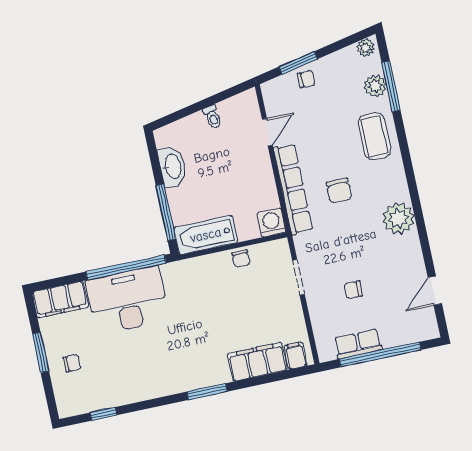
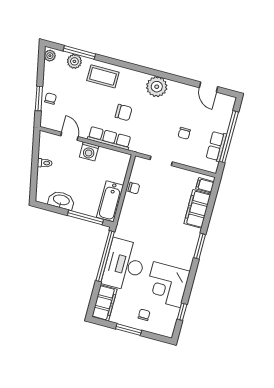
row of seats: (293, 189) -> (109, 138), width x0.73
washing machine: (271, 223) -> (89, 151), moved, turned -90
corner desk: (130, 374) -> (167, 285), added

